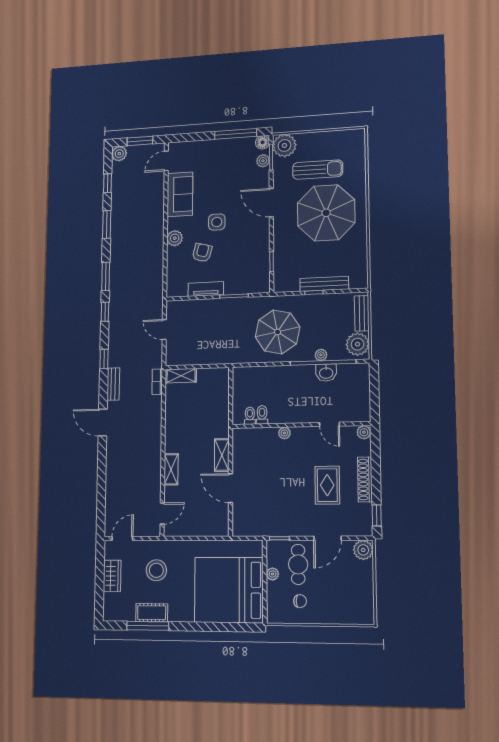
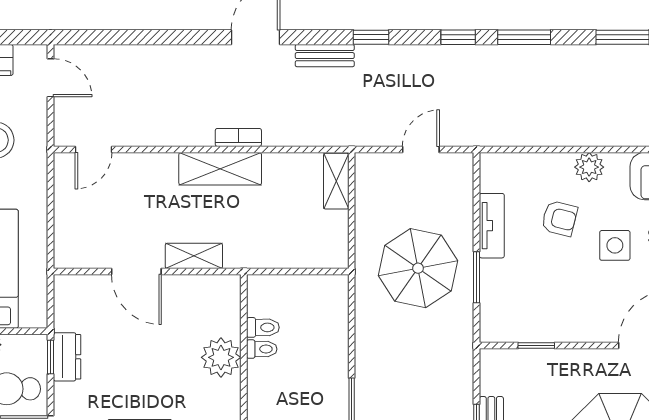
parasol: (278, 332) -> (418, 268), moved
bookcase: (157, 382) -> (238, 137), moved
toilet: (250, 416) -> (262, 349), moved
plant: (284, 433) -> (221, 357), width x1.88, depth x1.88
shelving: (171, 469) -> (220, 169), moved, width x1.50, depth x1.33
door: (231, 488) -> (136, 272), swing flipped
door: (162, 513) -> (93, 149), hinge flipped
dresser: (279, 528) -> (67, 357), added

